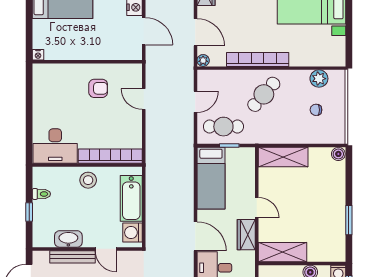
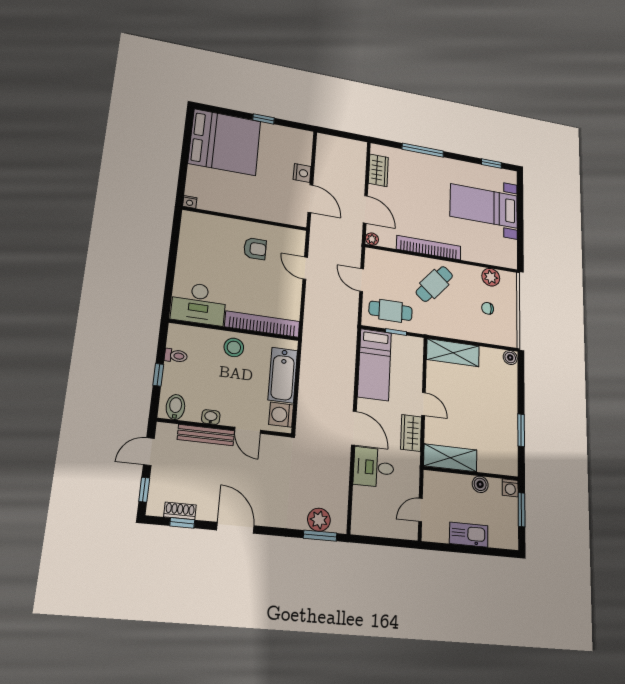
door: (195, 102) -> (362, 280), swing flipped
bidet: (46, 237) -> (175, 407), added
washbasin: (68, 239) -> (211, 417), width x0.52, depth x0.69

